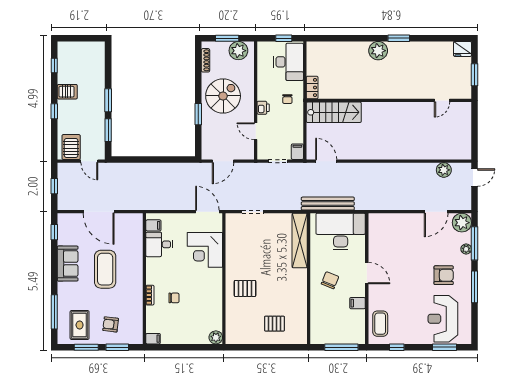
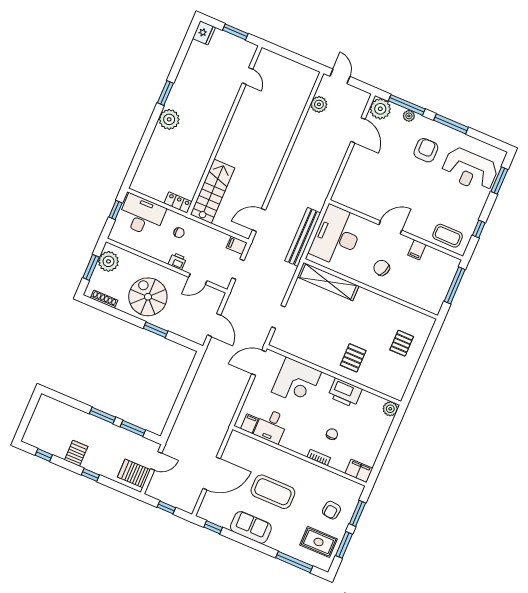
printer: (213, 294) -> (345, 393), added
filing cabinet: (153, 339) -> (359, 471), width x2.00

